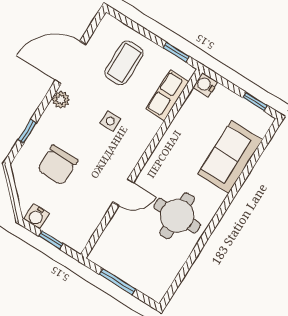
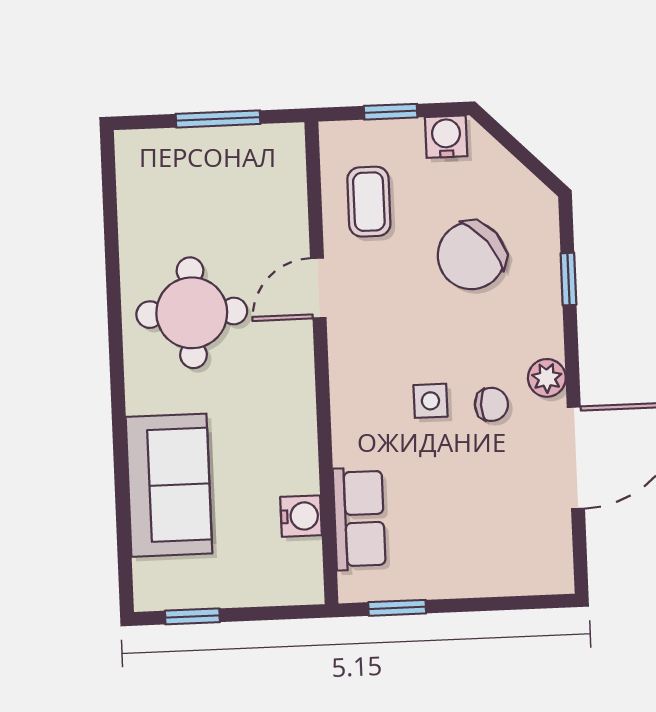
coffee table: (124, 63) -> (369, 202), moved, width x0.73, depth x0.77
water cooler: (205, 85) -> (301, 516), moved
chair: (88, 104) -> (491, 404), added
chair: (58, 165) -> (471, 256), turned -129

